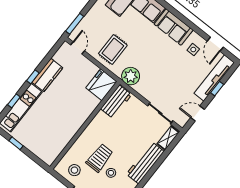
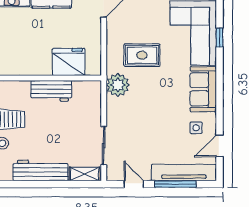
rug: (113, 49) -> (142, 55), moved
fridge: (101, 85) -> (69, 62), moved
window: (217, 89) -> (175, 184), width x2.17
workbench: (116, 102) -> (51, 91), moved

